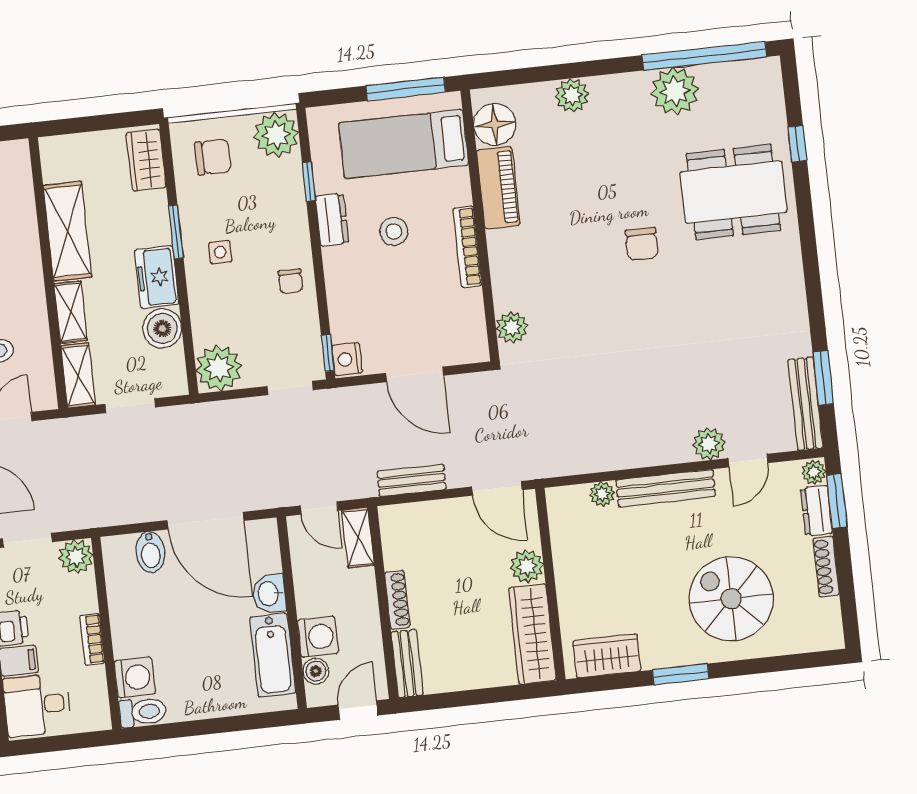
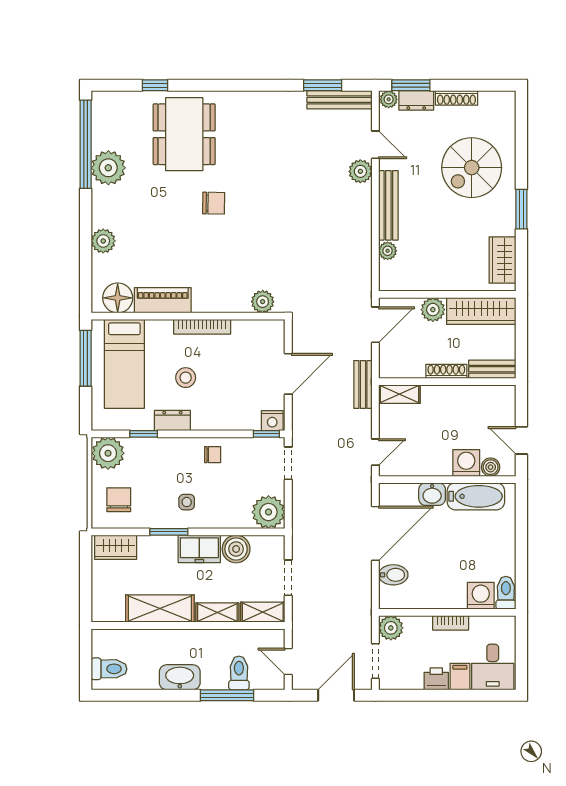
shelving: (358, 538) -> (399, 394), moved
shoe rack: (397, 600) -> (446, 371), moved
wall: (383, 603) -> (447, 382), moved
bench: (407, 663) -> (492, 369), moved

